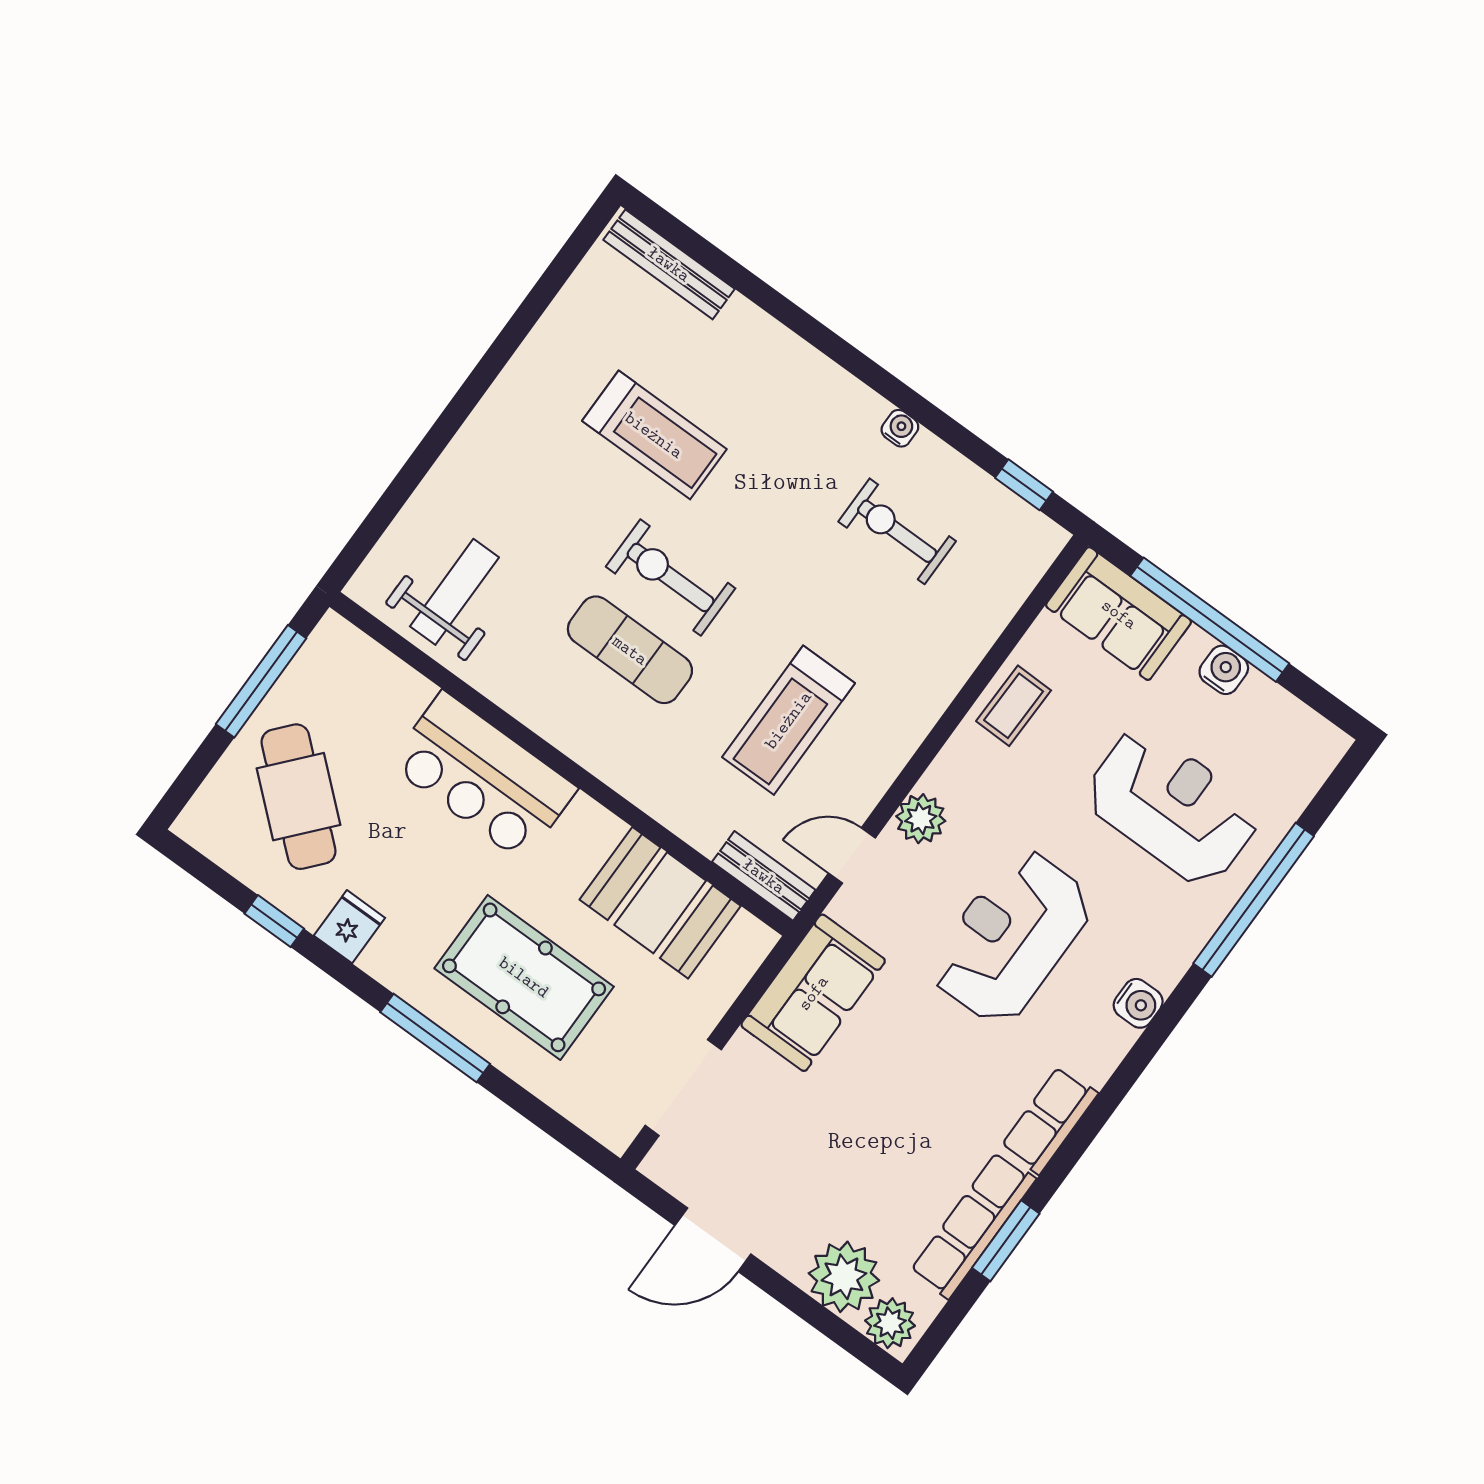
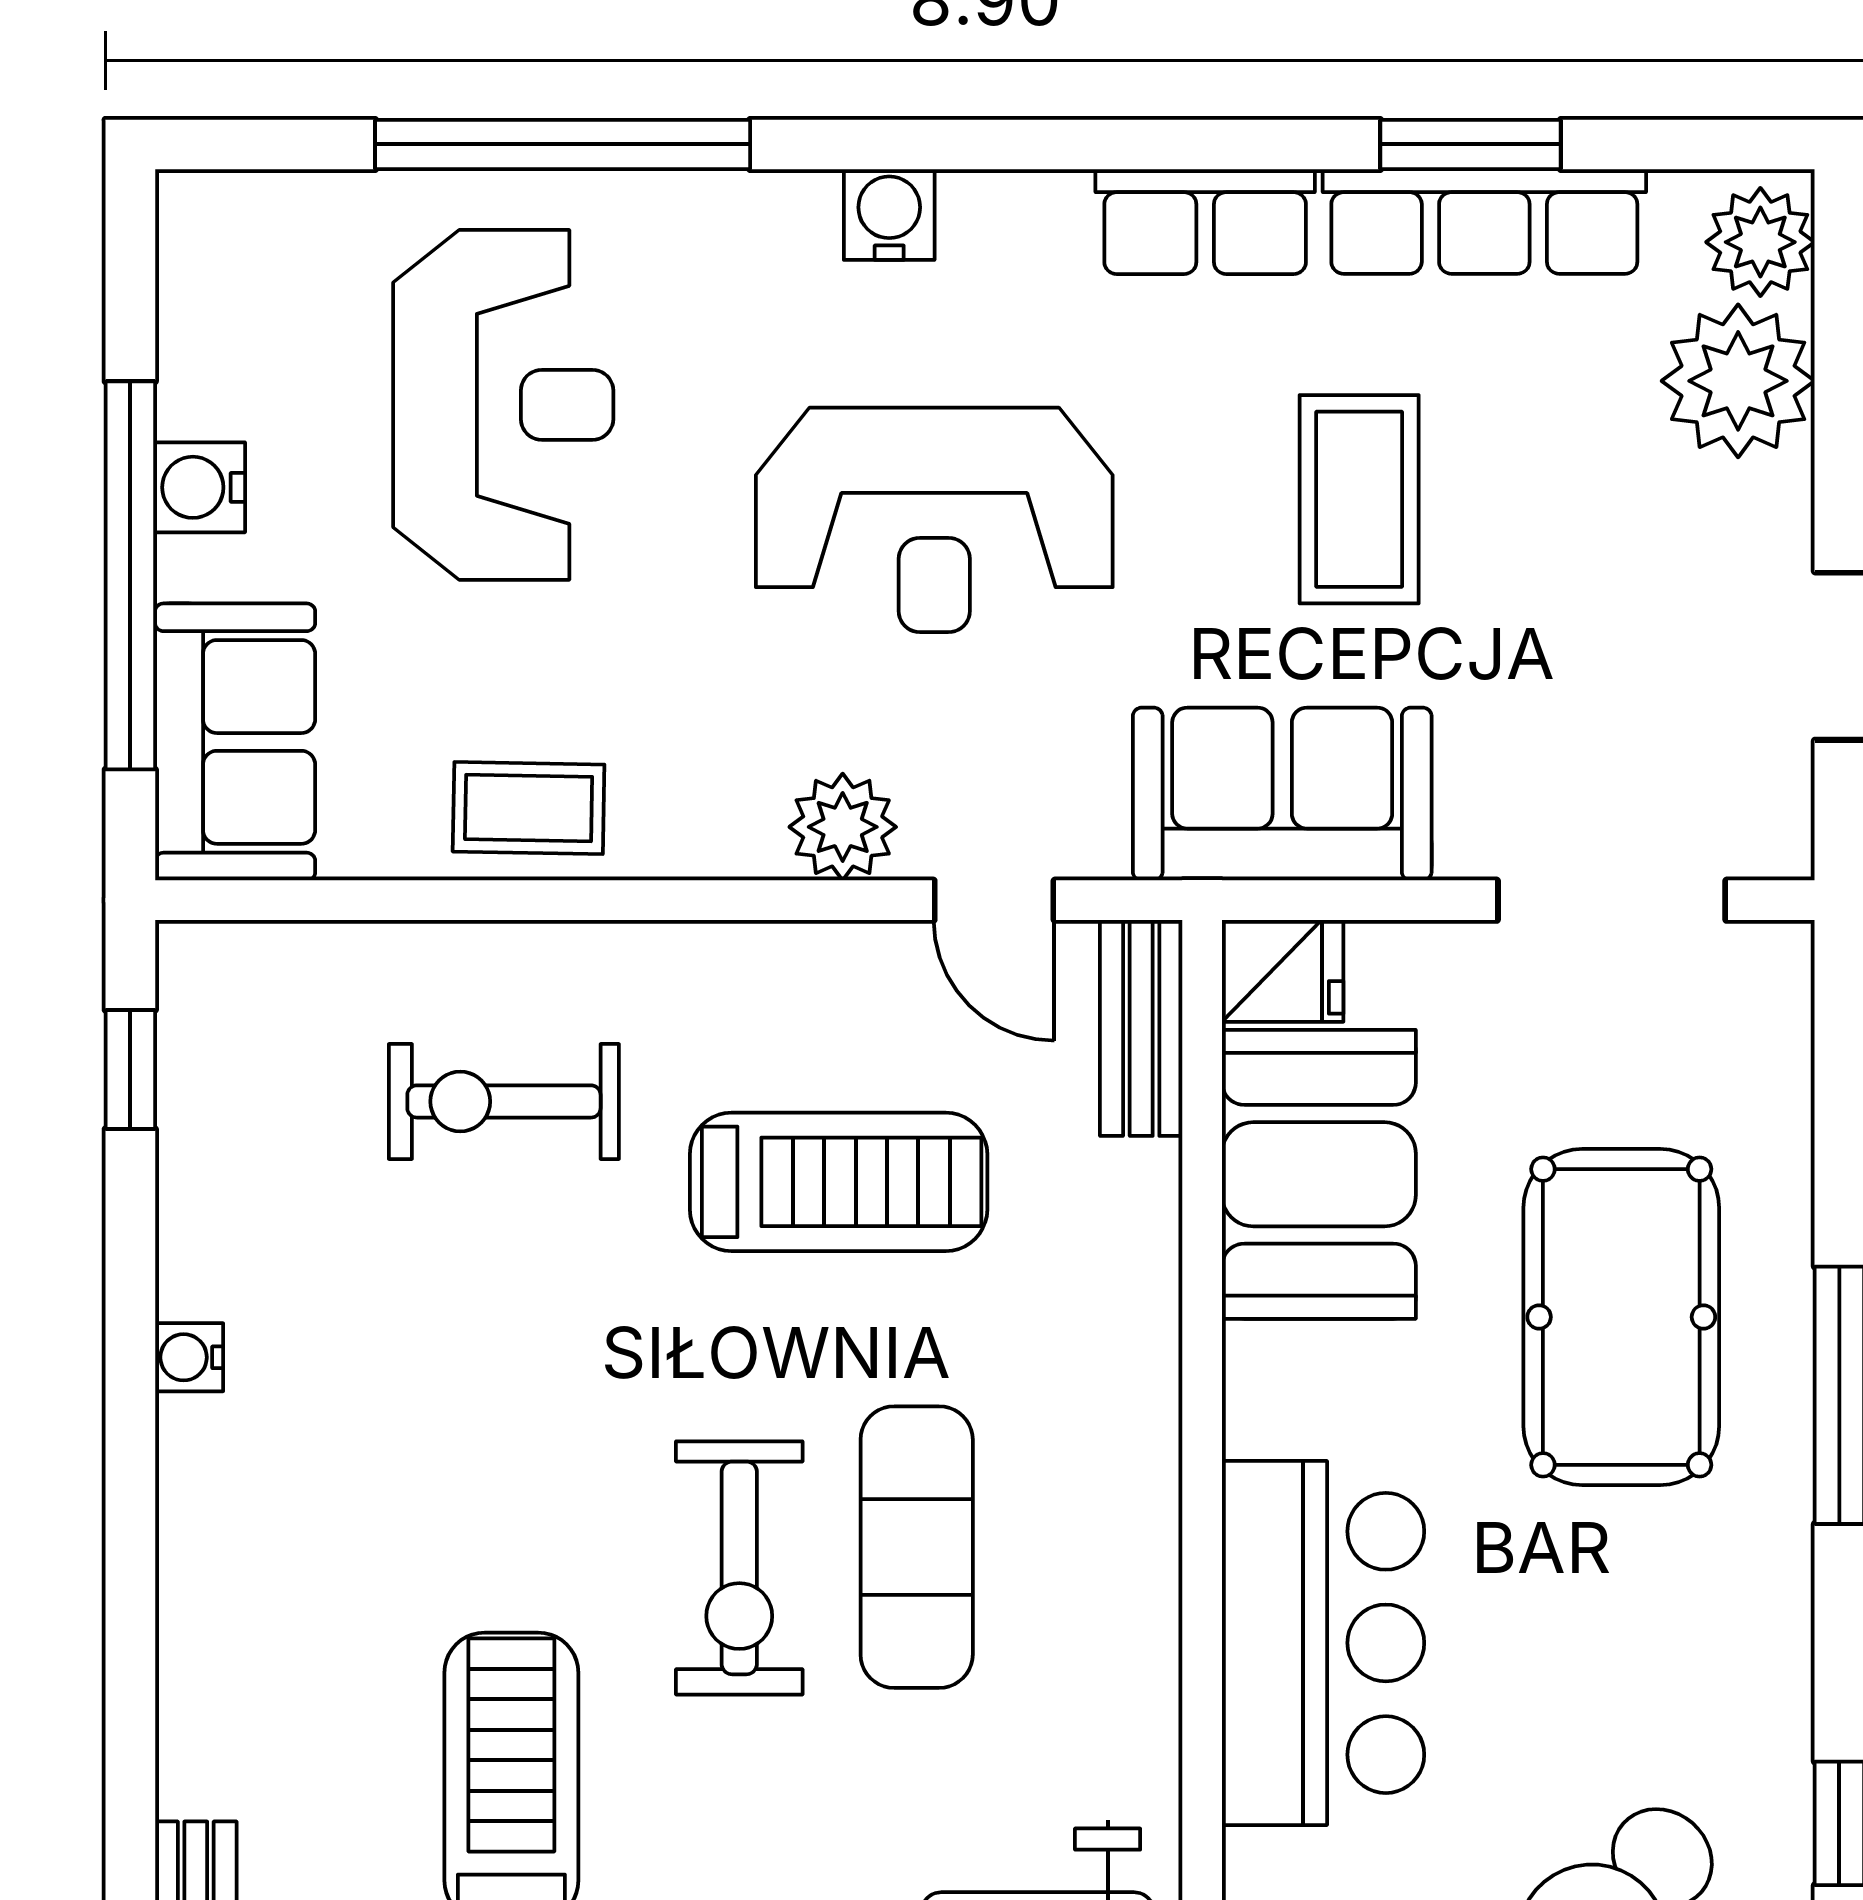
exercise bike: (897, 531) -> (504, 1101), moved, turned 90
reception desk: (1172, 806) -> (503, 405), turned 180
fridge: (349, 927) -> (1283, 971), moved, turned 180
coffee table: (903, 1102) -> (1359, 499), added

